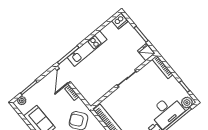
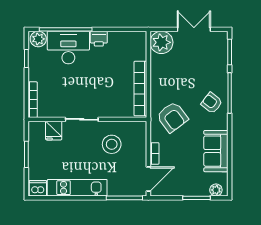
kitchen unit: (87, 49) -> (77, 188), moved
fridge: (146, 52) -> (54, 131), moved
stool: (99, 78) -> (112, 144), added

